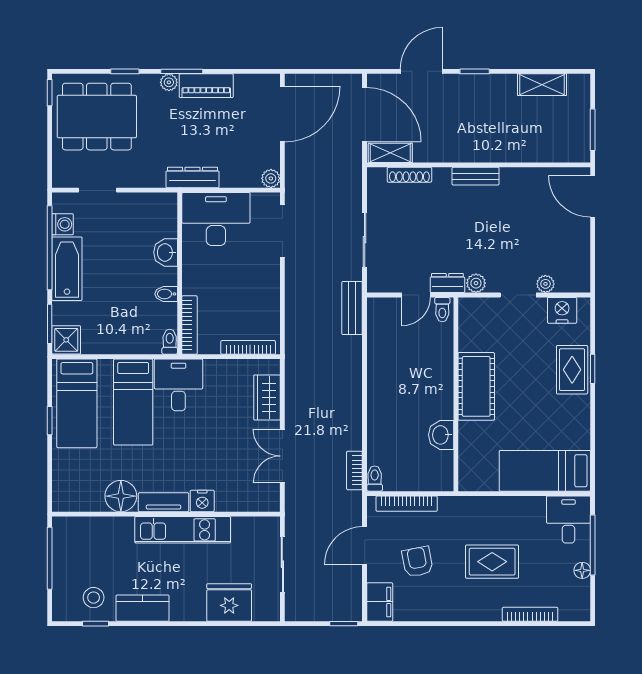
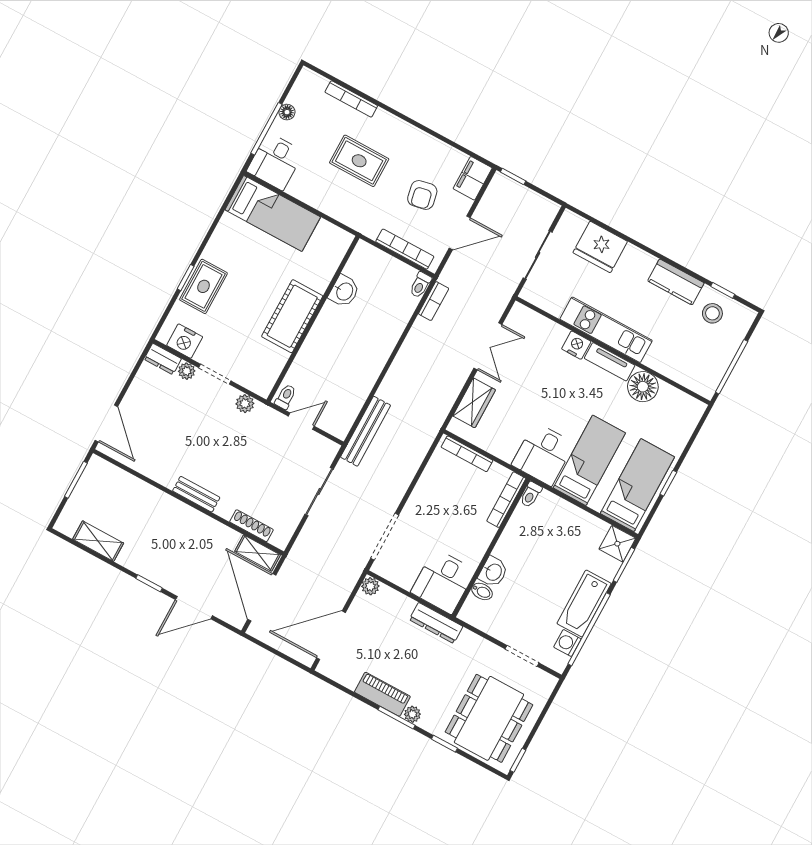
dining table: (97, 117) -> (489, 718), turned 90
desk: (216, 219) -> (443, 581), width x0.73
dresser: (447, 283) -> (163, 359), moved
bidet: (166, 294) -> (482, 591), moved
bench: (352, 308) -> (366, 431), width x1.36

